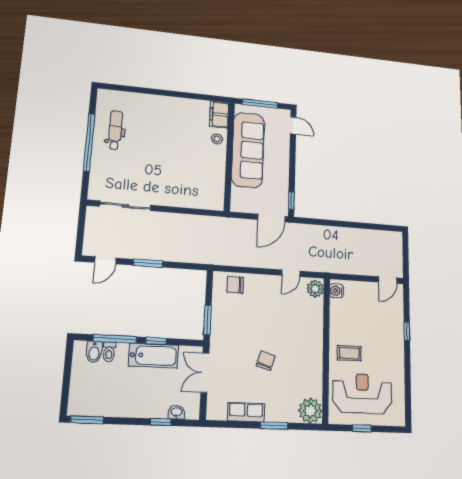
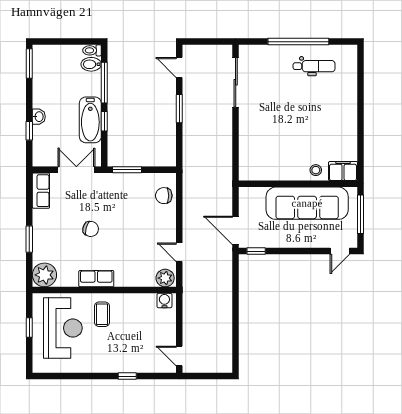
chair: (235, 285) -> (164, 196), turned -90
toilet: (109, 352) -> (92, 50), moved
row of seats: (315, 357) -> (96, 279), added
washbasin: (177, 412) -> (39, 117), moved
row of seats: (246, 412) -> (41, 191), moved

